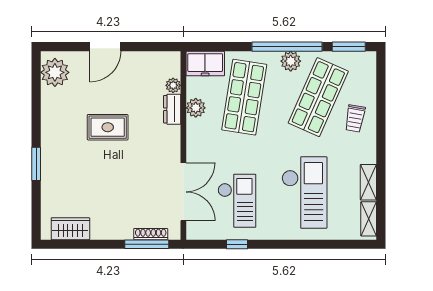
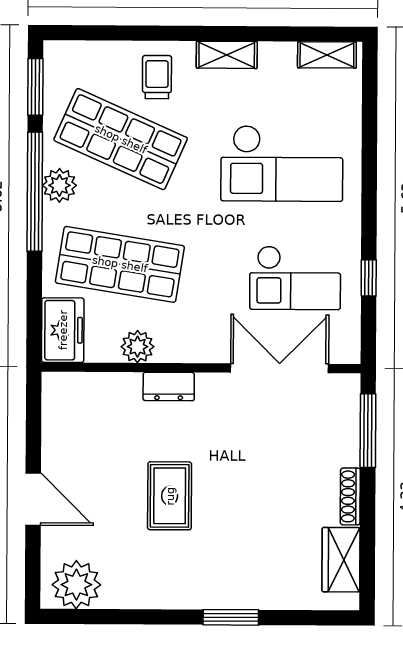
plant: (173, 85) -> (99, 385), removed
dresser: (172, 109) -> (169, 387), moved
trolley: (355, 118) -> (157, 77), turned -100
shelving: (368, 182) -> (227, 55), moved
checkout: (304, 193) -> (282, 163), turned 180
checkout: (237, 201) -> (295, 278), turned 180
shoe rack: (151, 234) -> (350, 496), moved

